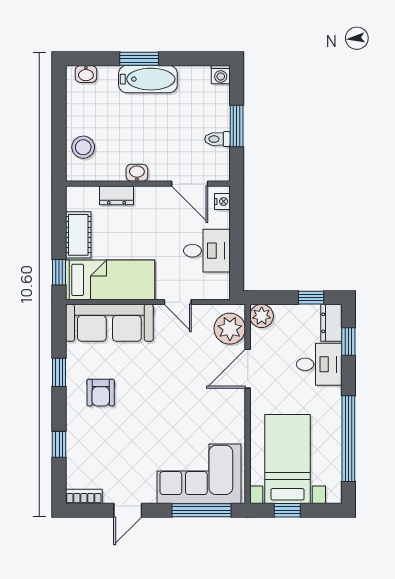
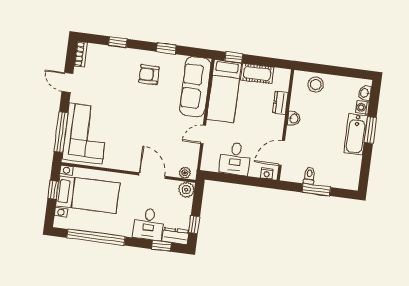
washing machine: (221, 75) -> (362, 107), moved
plant: (230, 329) -> (185, 173), width x0.53, depth x0.53

